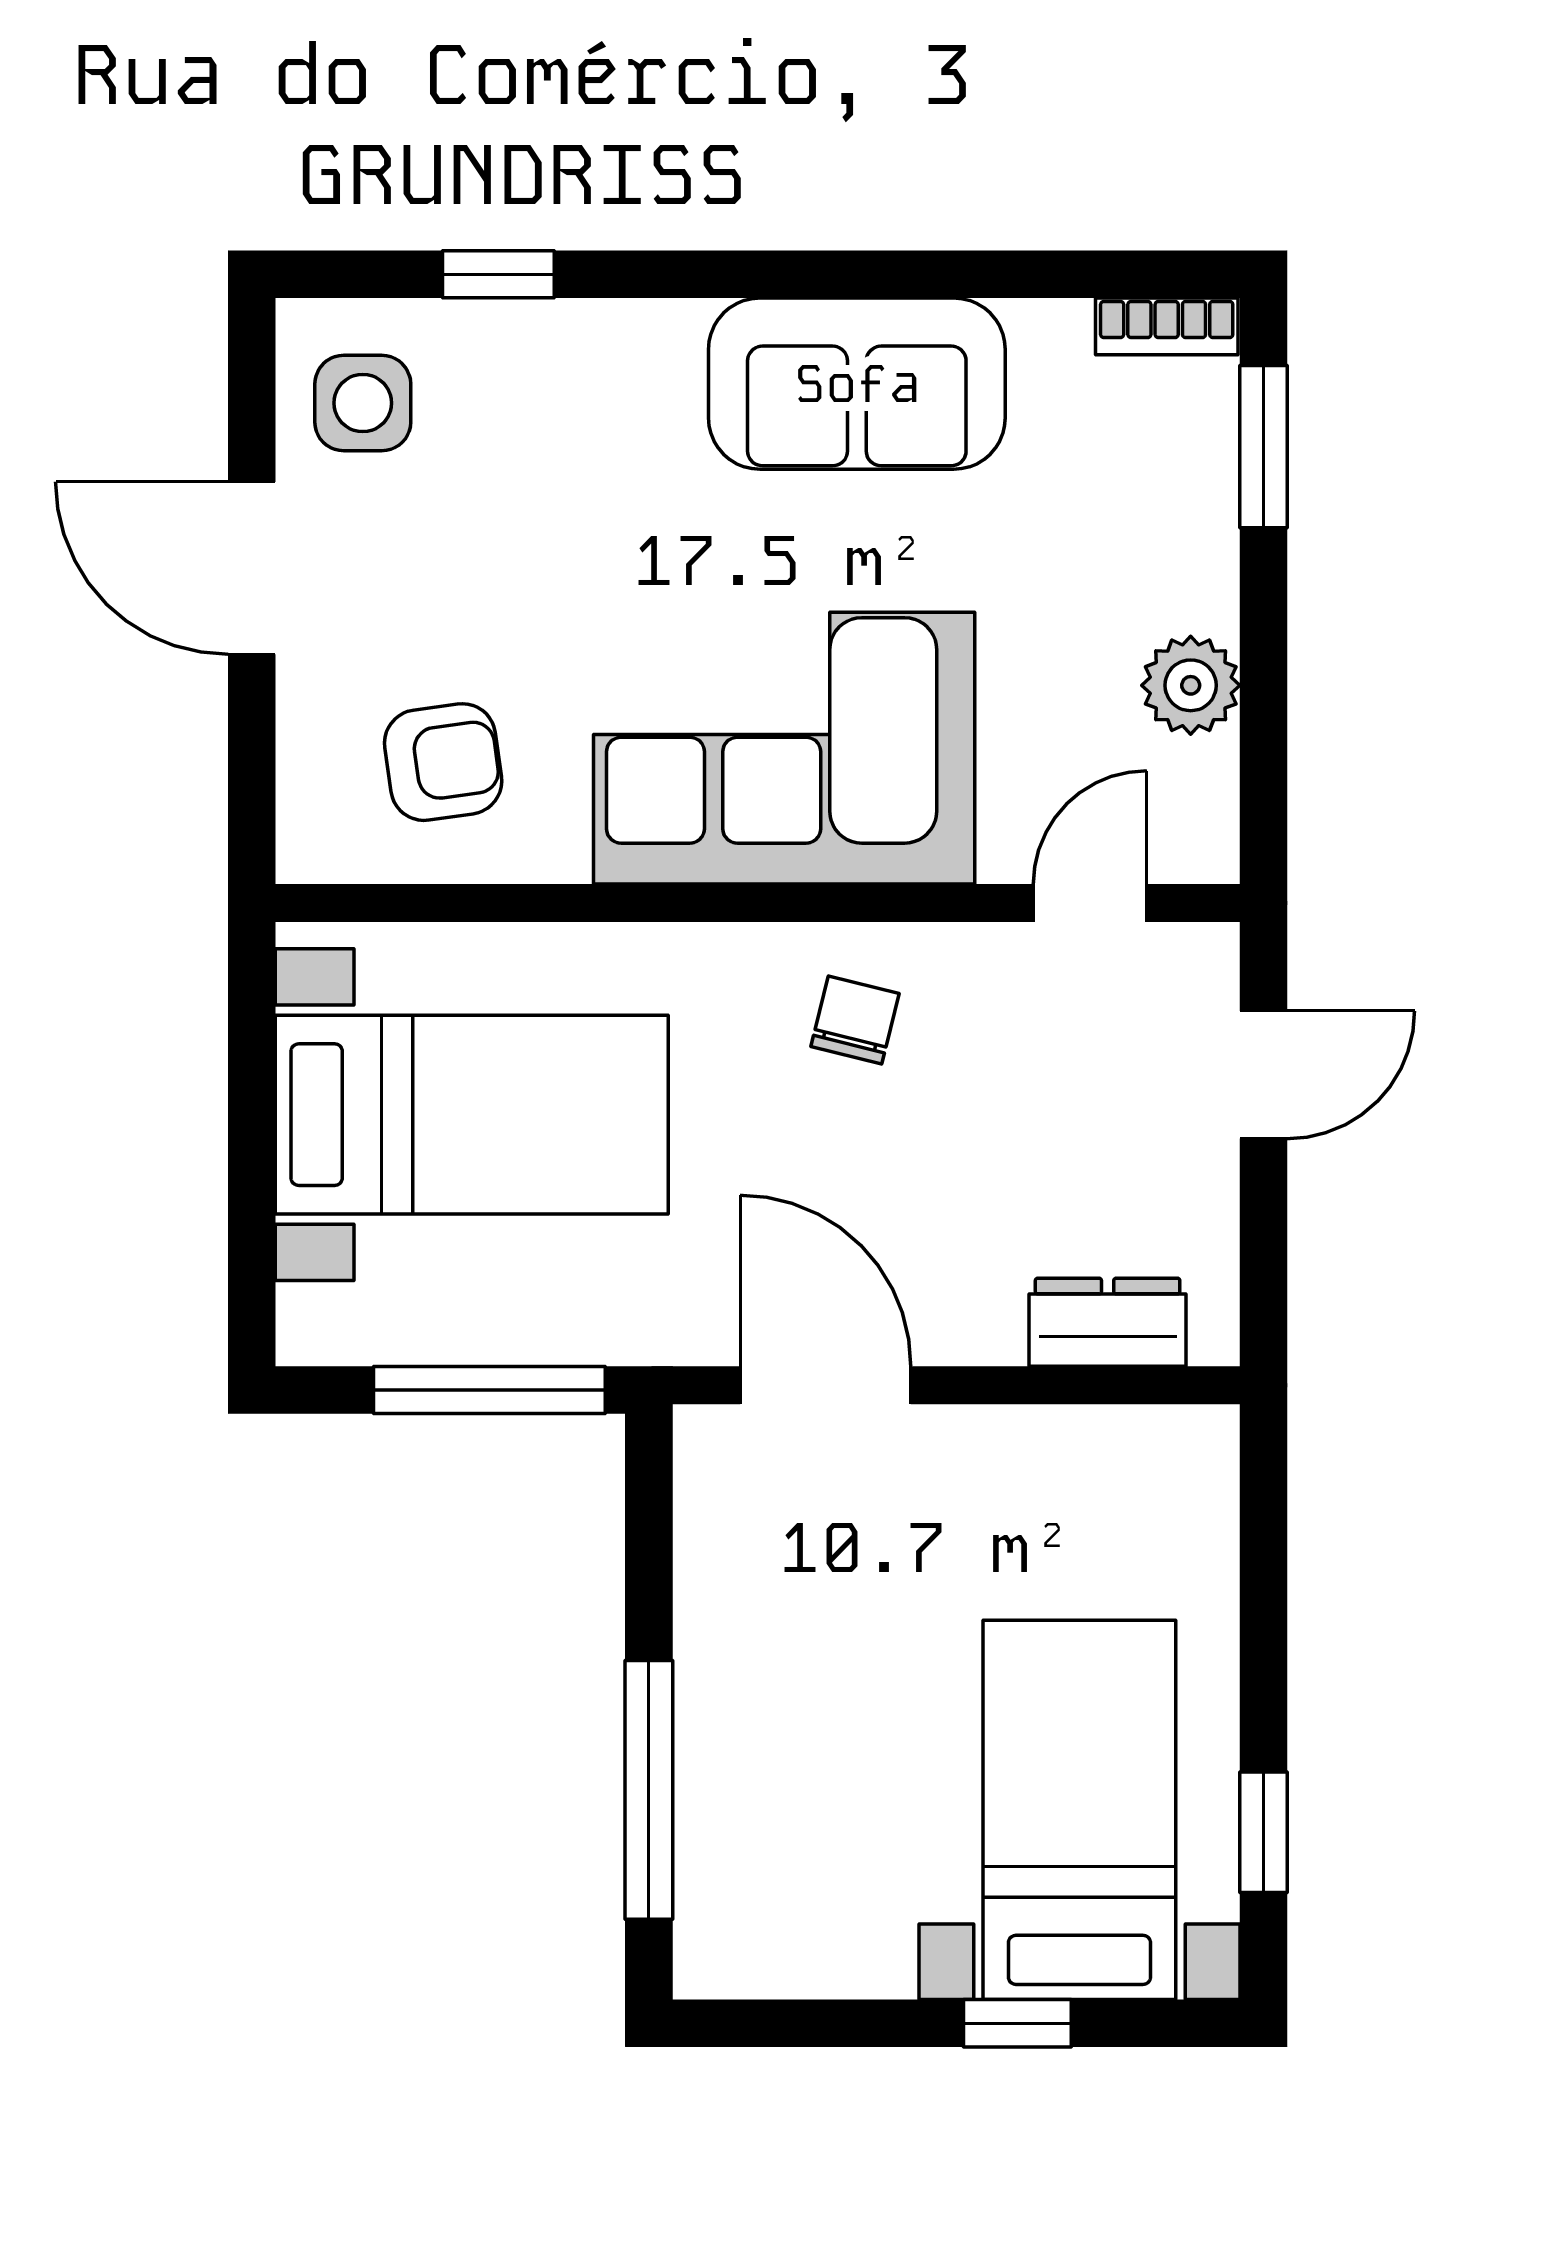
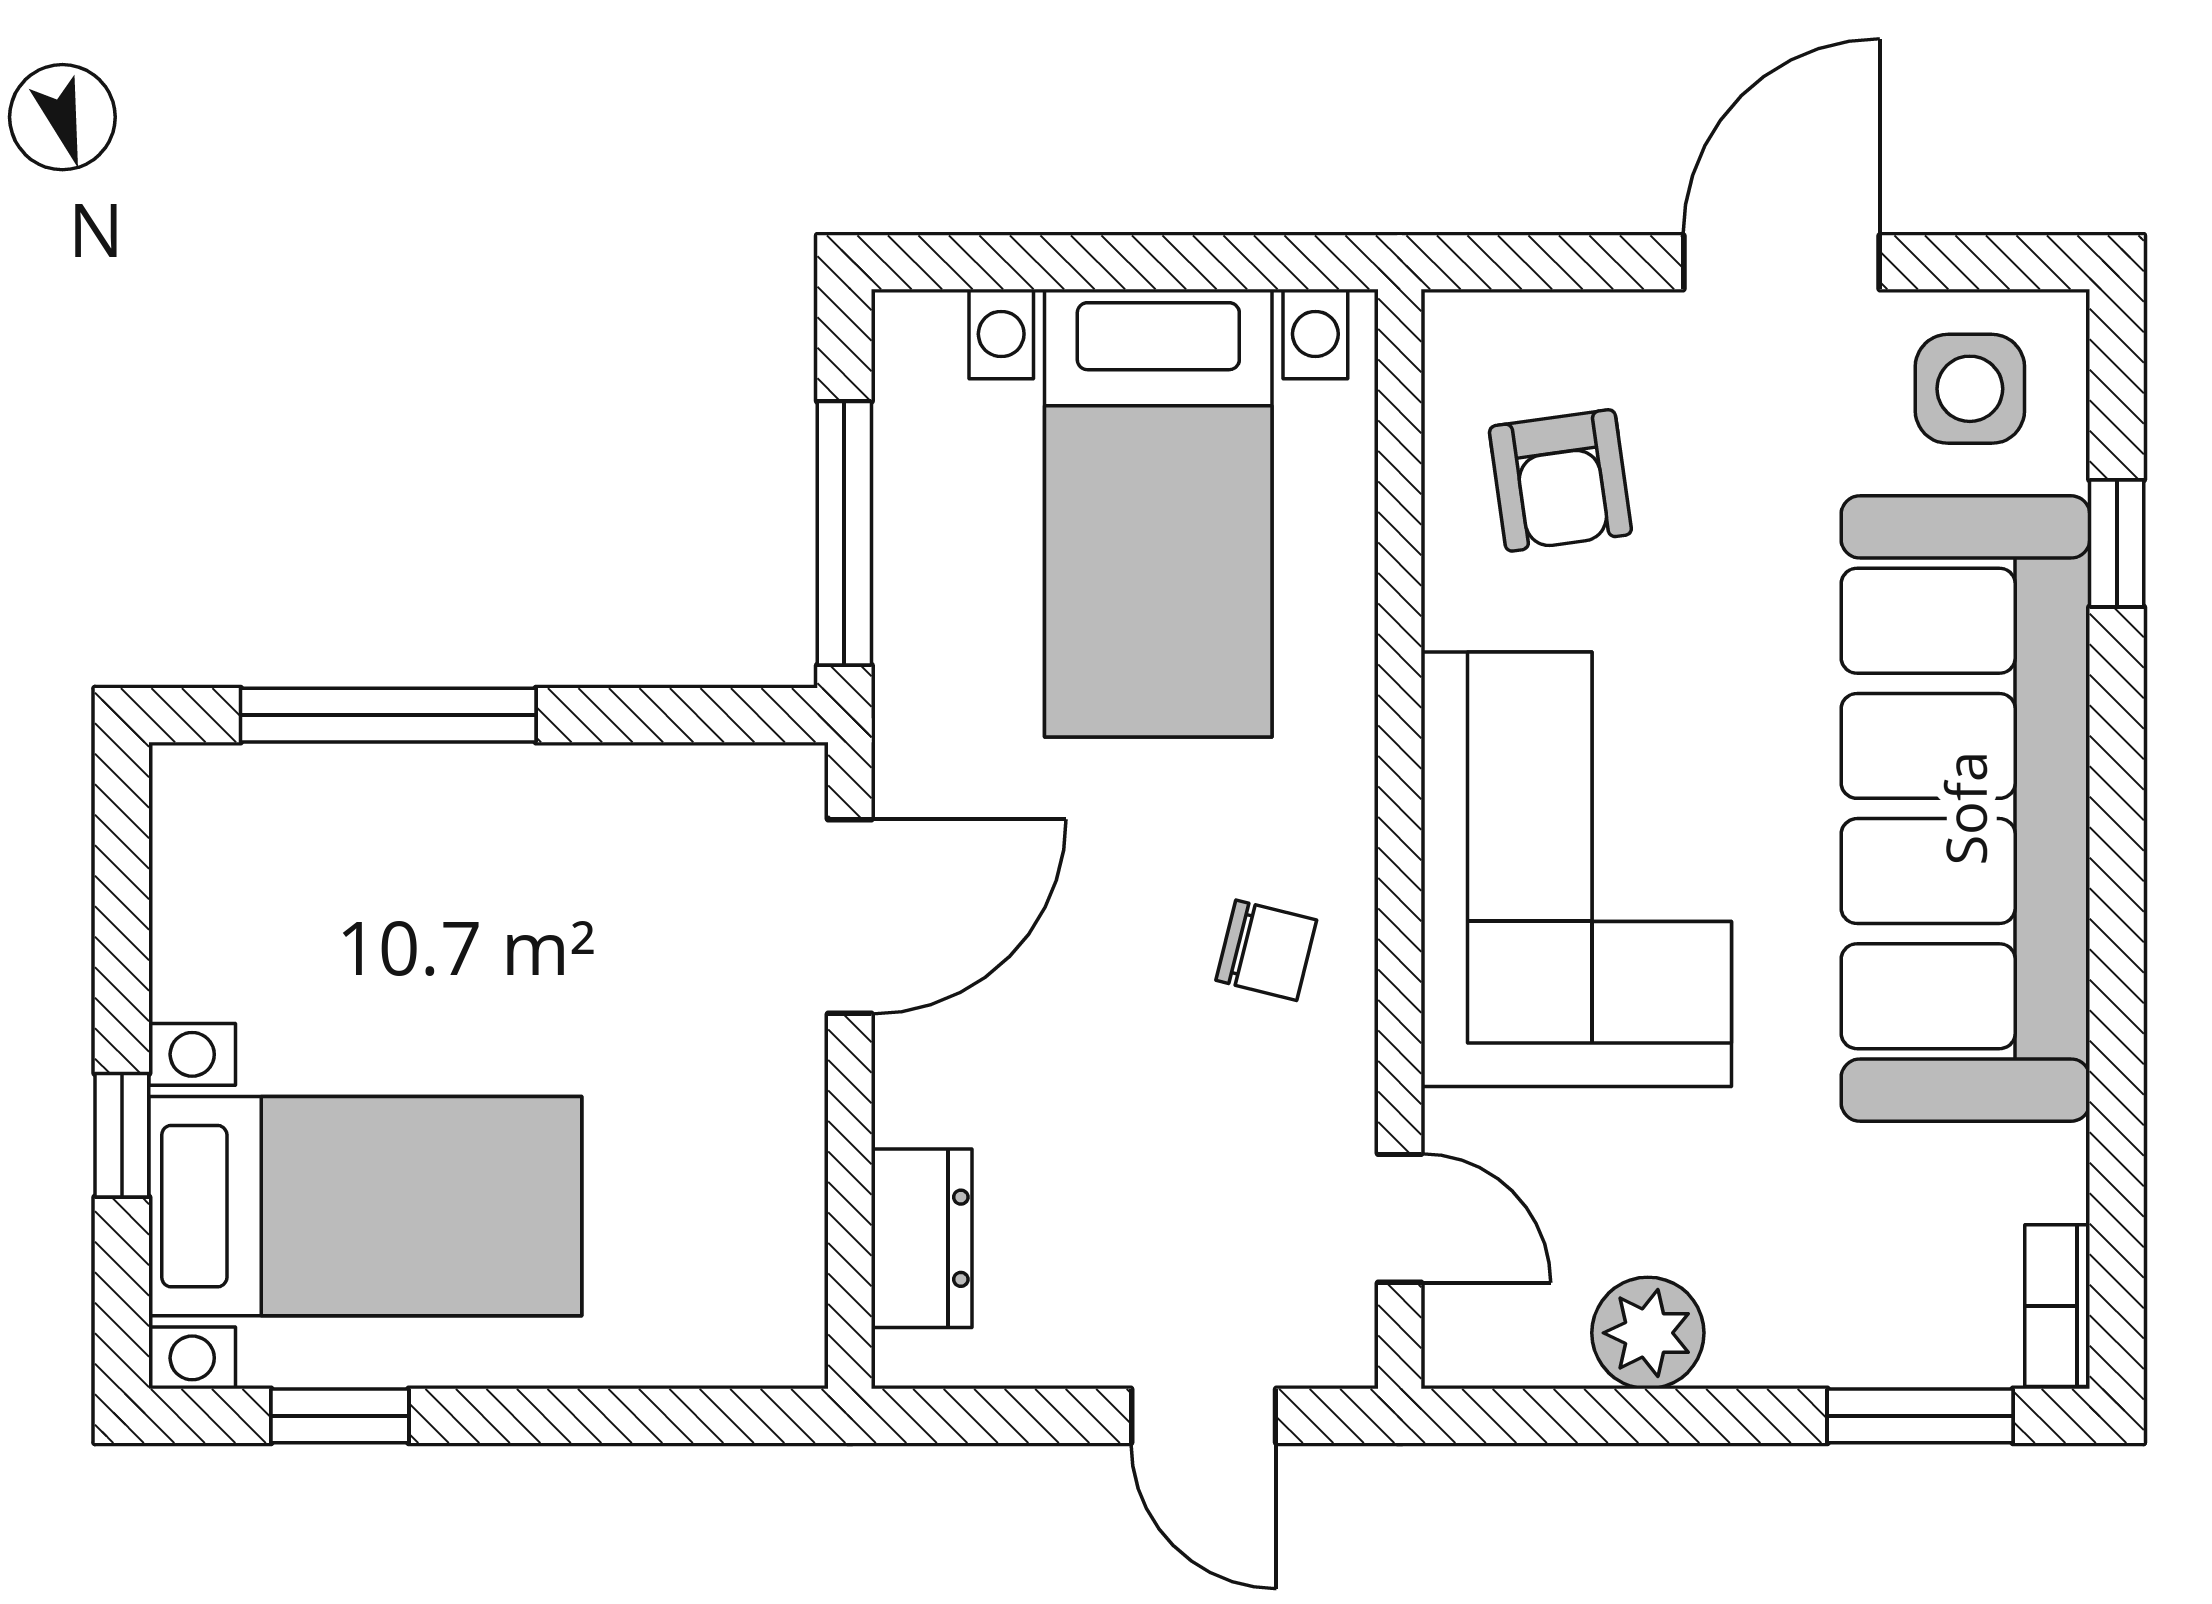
sofa: (857, 384) -> (1965, 808), width x1.85, depth x1.27

